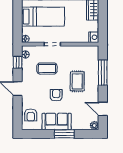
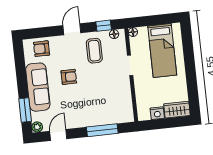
nightstand: (94, 37) -> (157, 113), moved
coffee table: (47, 69) -> (94, 51), moved
rug: (77, 81) -> (88, 100), removed
sofa: (57, 121) -> (38, 87), width x1.36
window: (64, 134) -> (25, 110), moved

